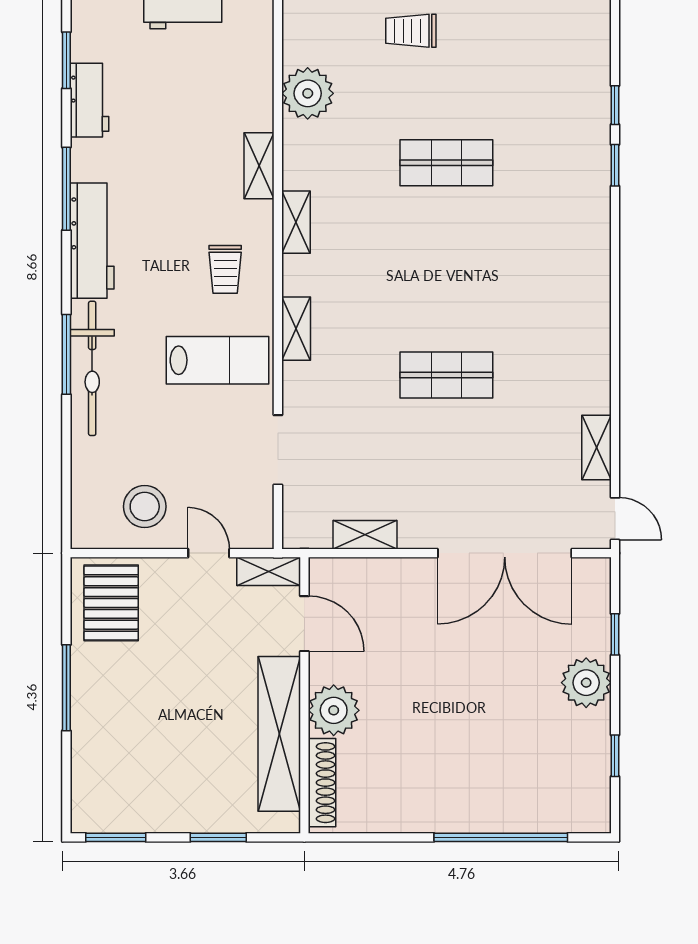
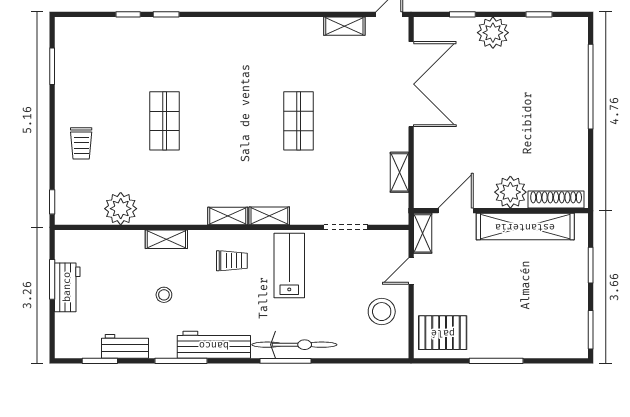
stool: (171, 162) -> (164, 295), added
shelving: (296, 222) -> (228, 216), moved

